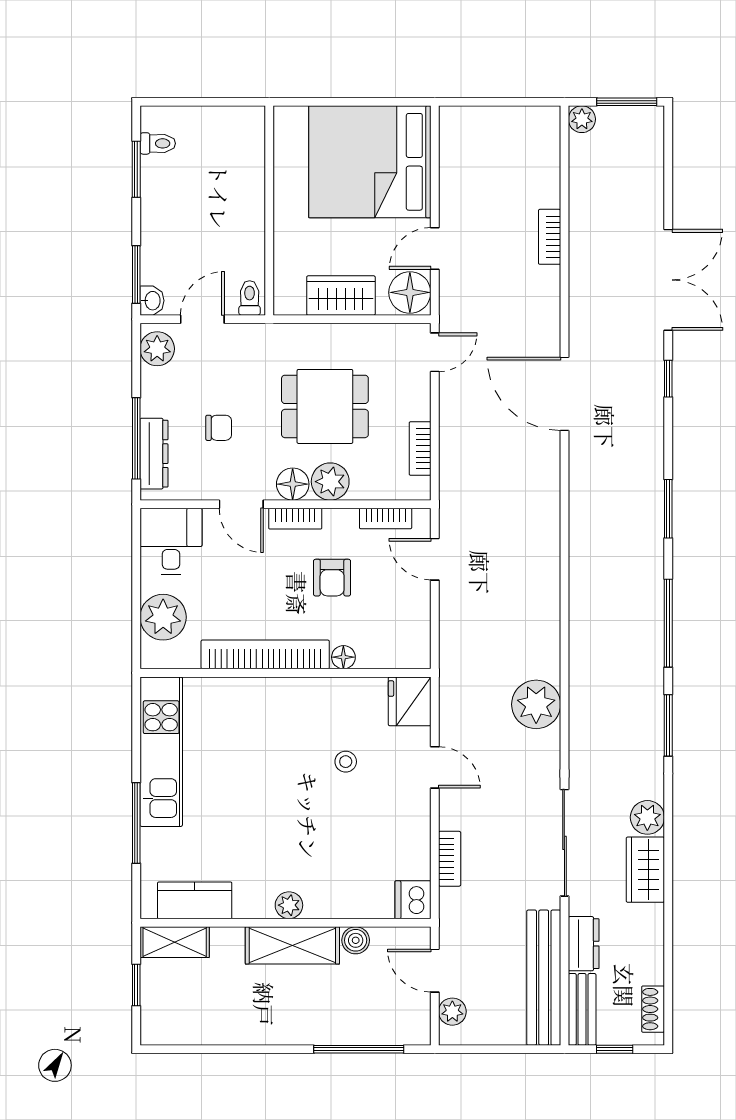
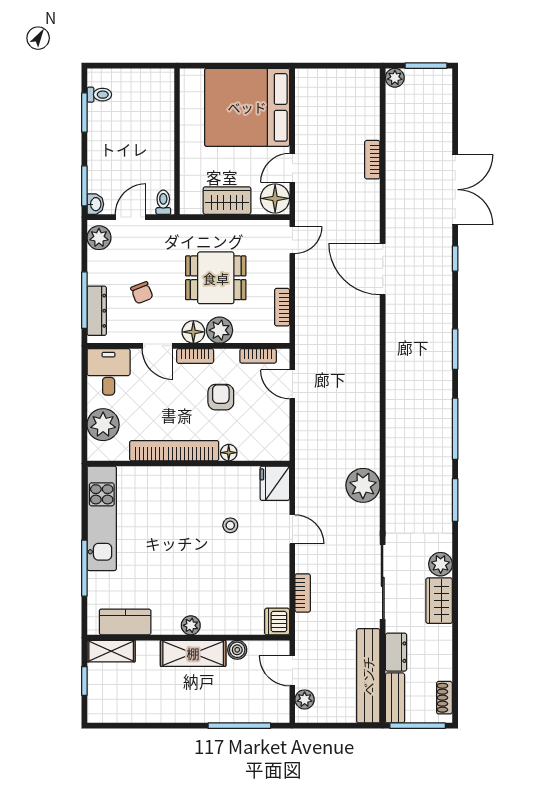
chair: (219, 428) -> (142, 293), turned 69
armchair: (332, 578) -> (221, 397), turned 180
window: (615, 1049) -> (418, 726), width x2.17

